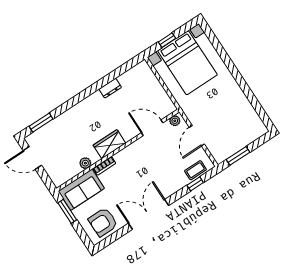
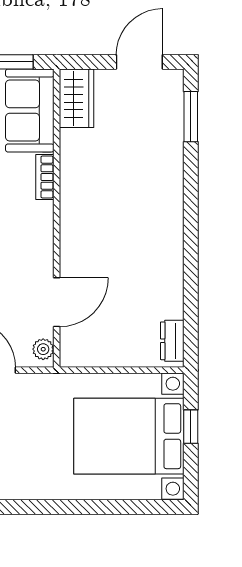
dresser: (110, 88) -> (172, 341), moved
wardrobe: (109, 144) -> (76, 98), moved
plant: (85, 163) -> (71, 147), removed

